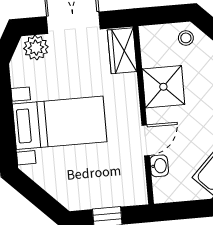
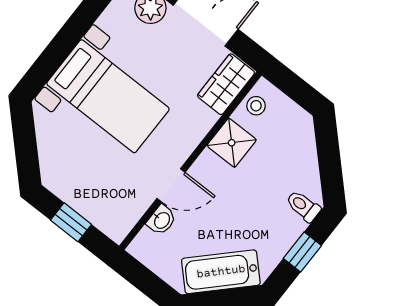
stool: (186, 38) -> (256, 106), moved
shower: (163, 87) -> (232, 143), width x0.73, depth x0.73

